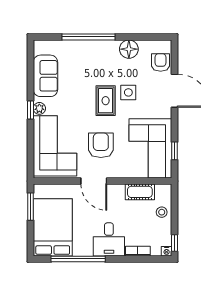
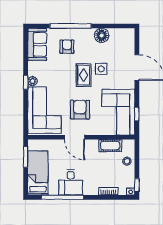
armchair: (161, 62) -> (67, 47), moved
sofa: (45, 76) -> (37, 44), moved
bed: (53, 227) -> (38, 173), width x0.67
desk: (109, 239) -> (71, 182), moved

